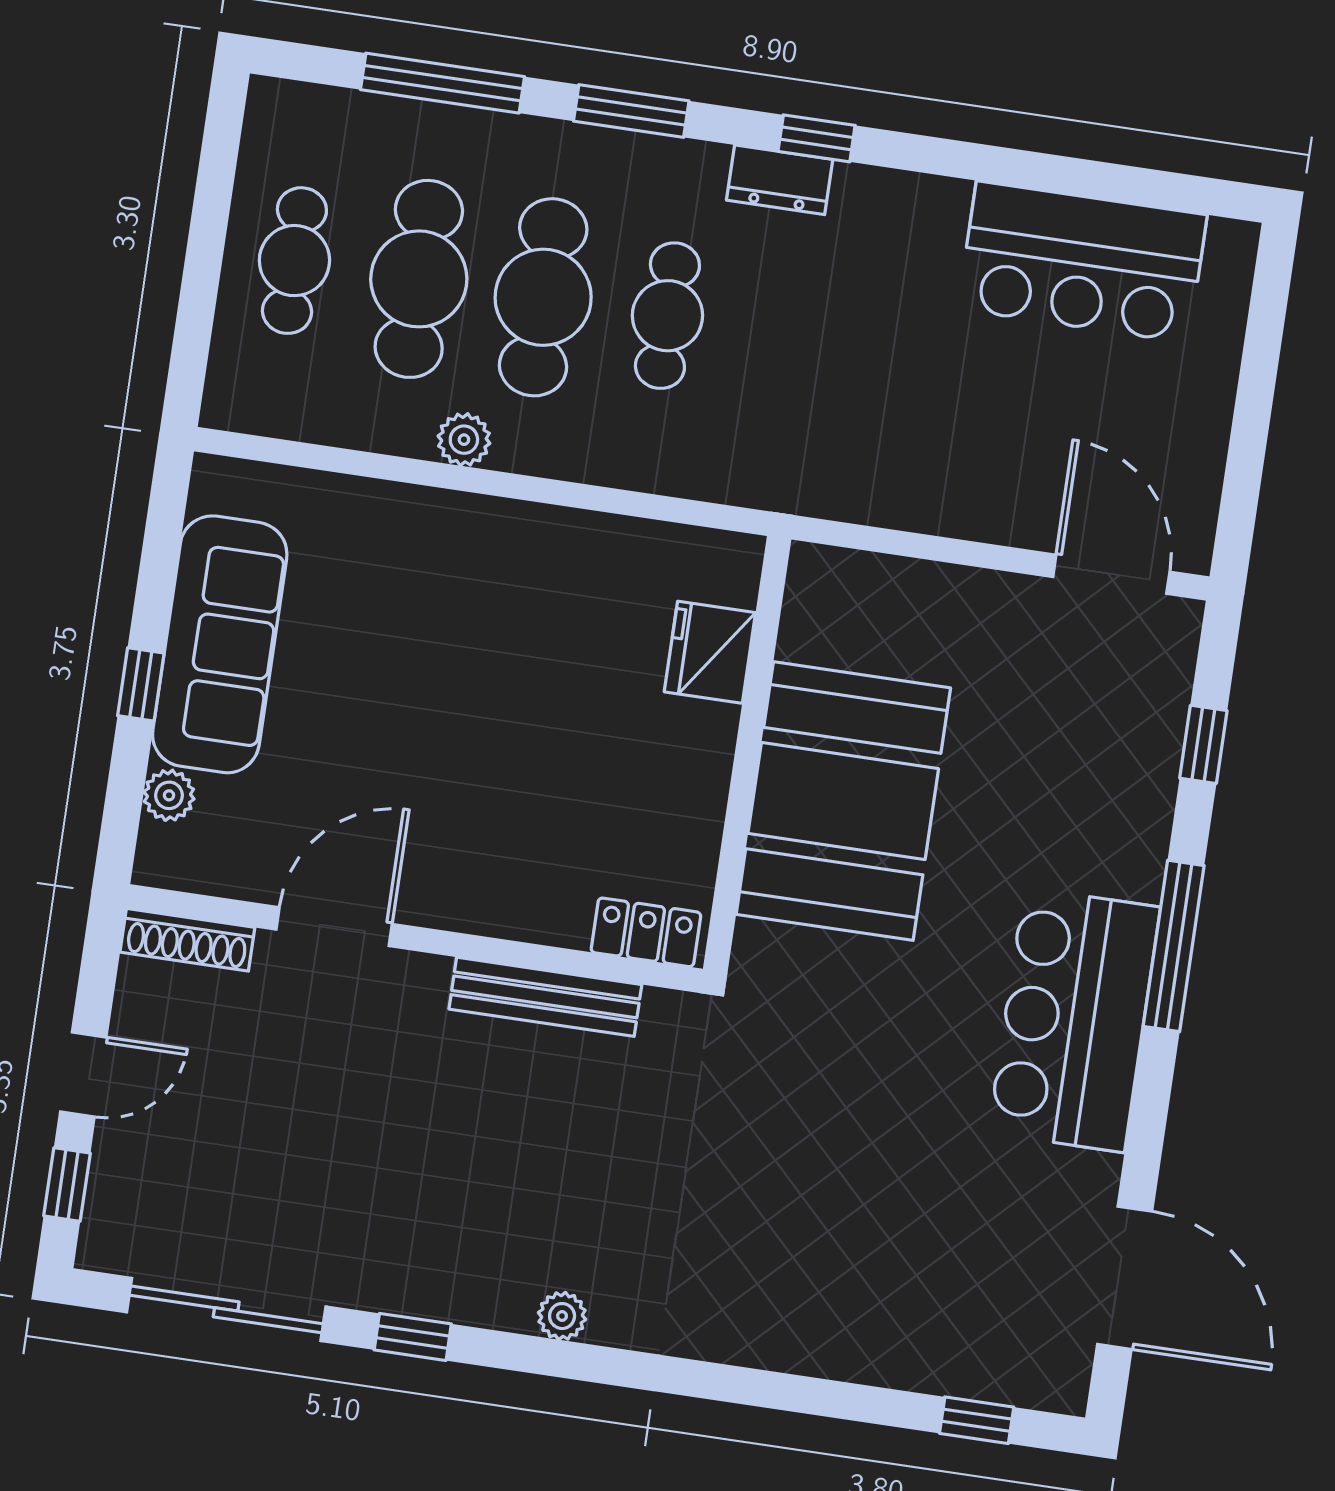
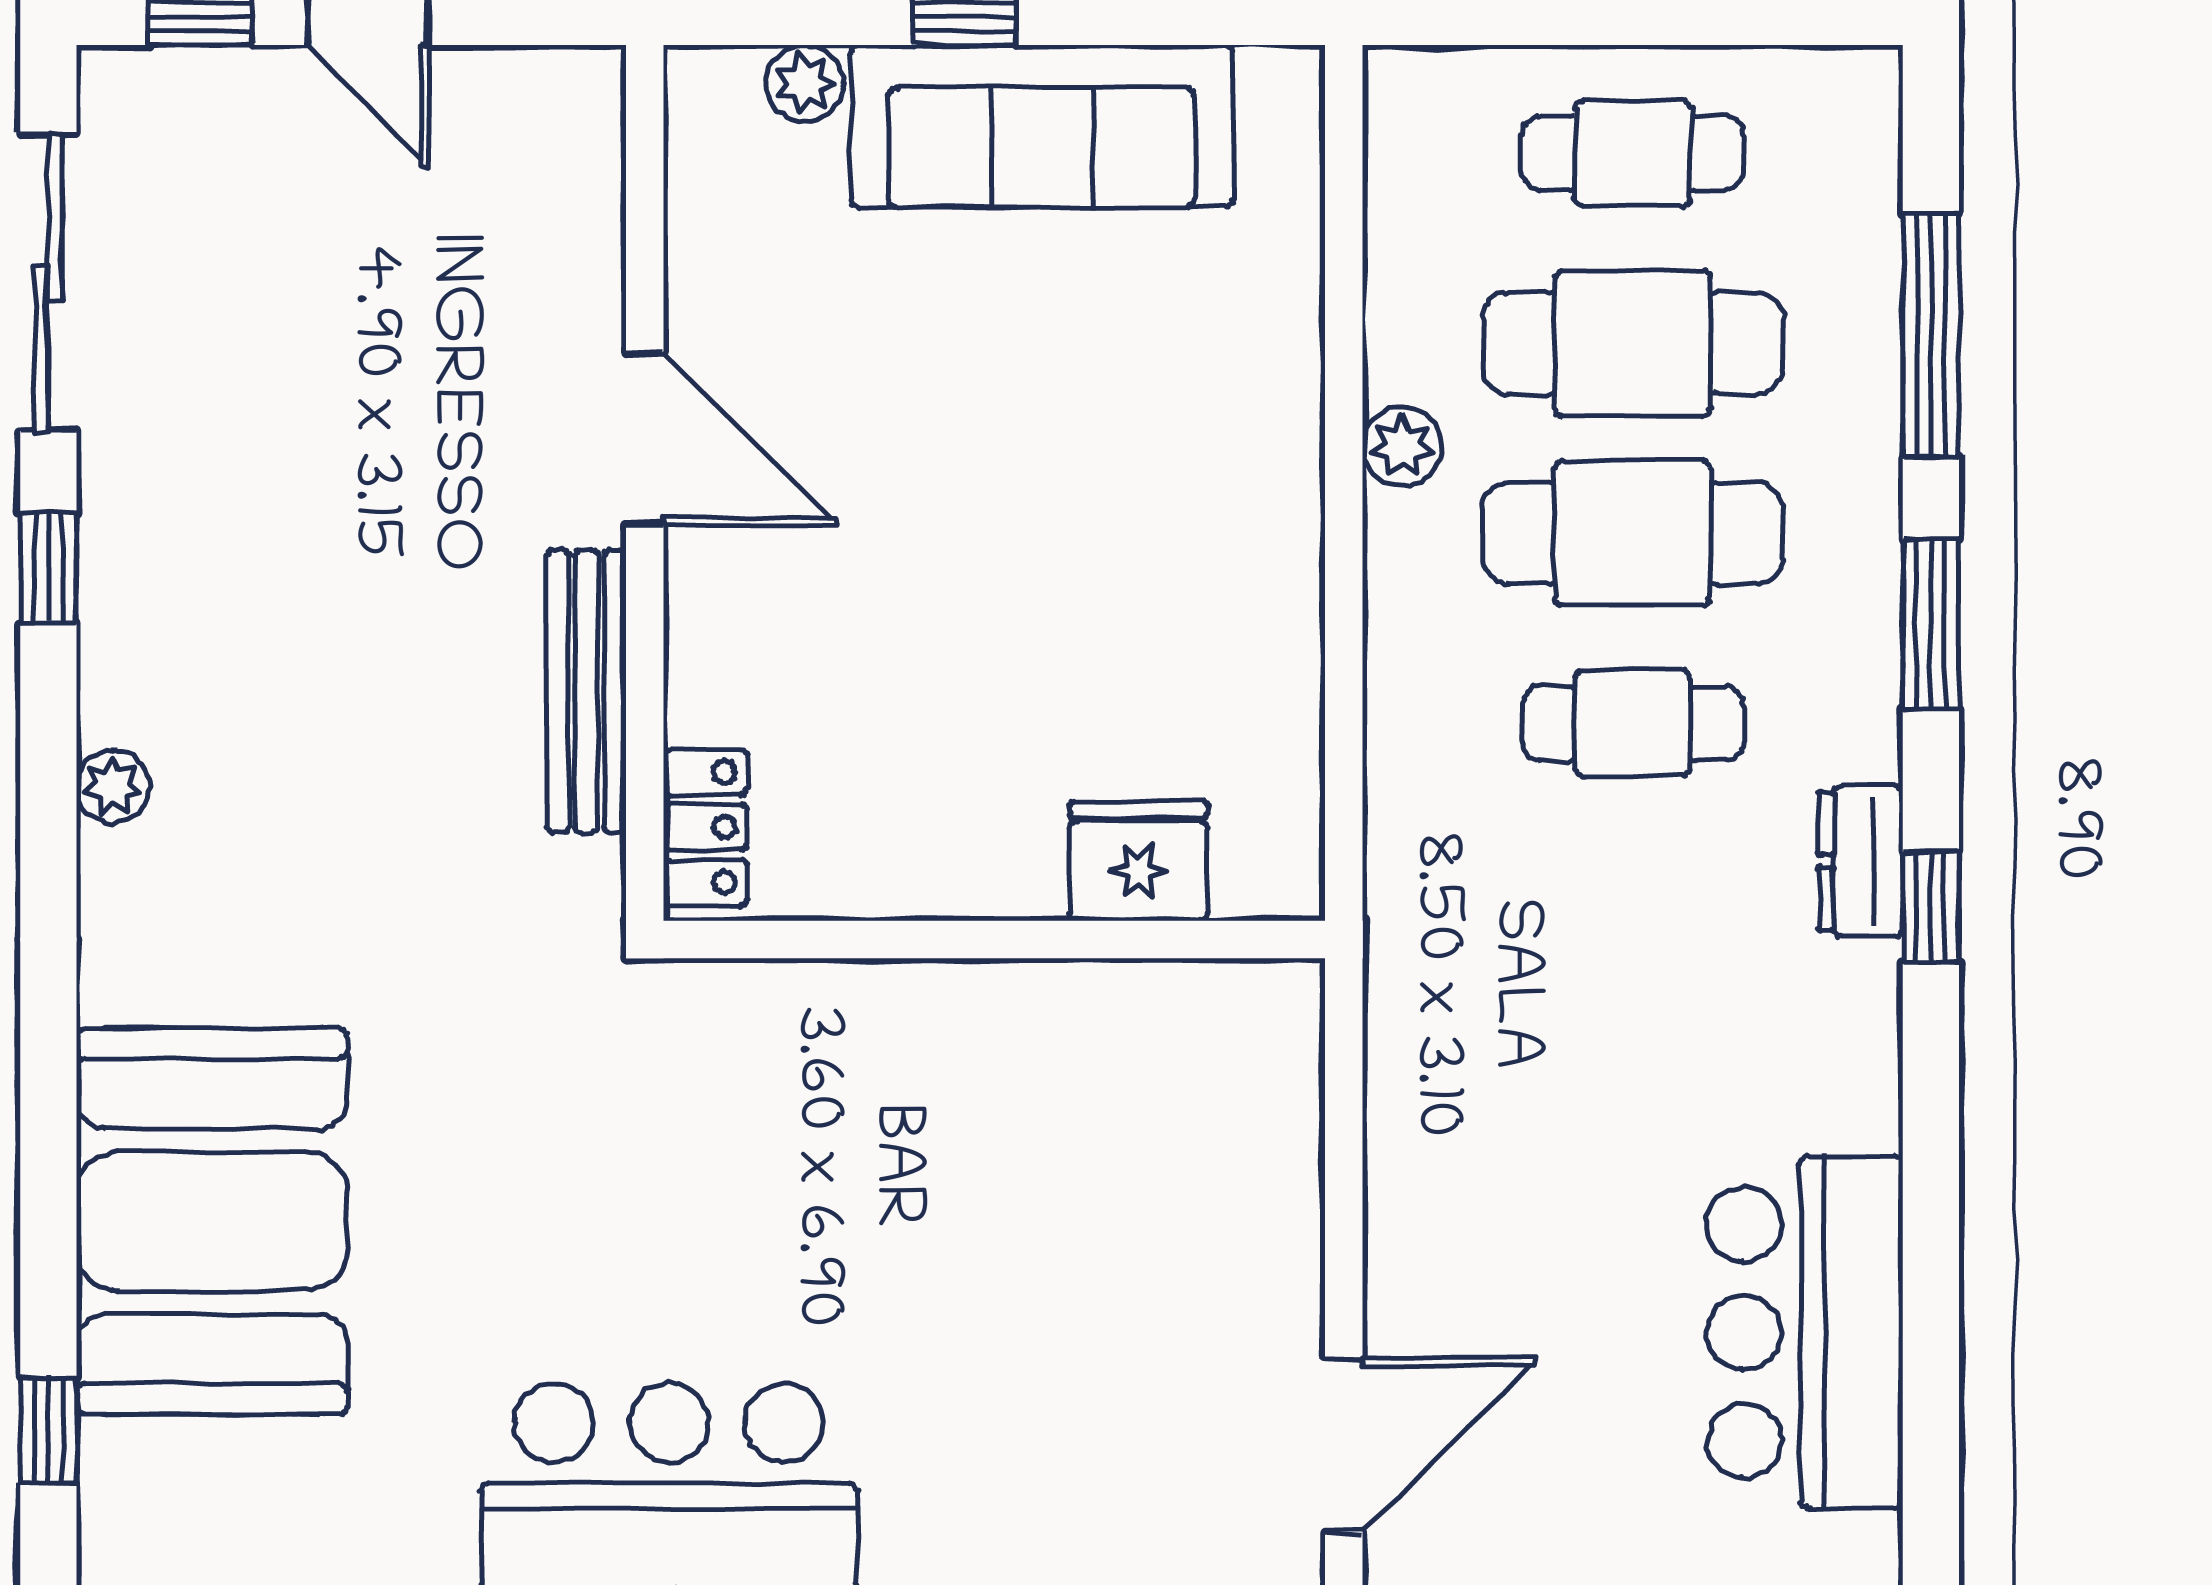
booth: (843, 801) -> (212, 1221), moved, turned 90
door: (334, 927) -> (645, 439), moved
shoe rack: (187, 940) -> (593, 143), removed

